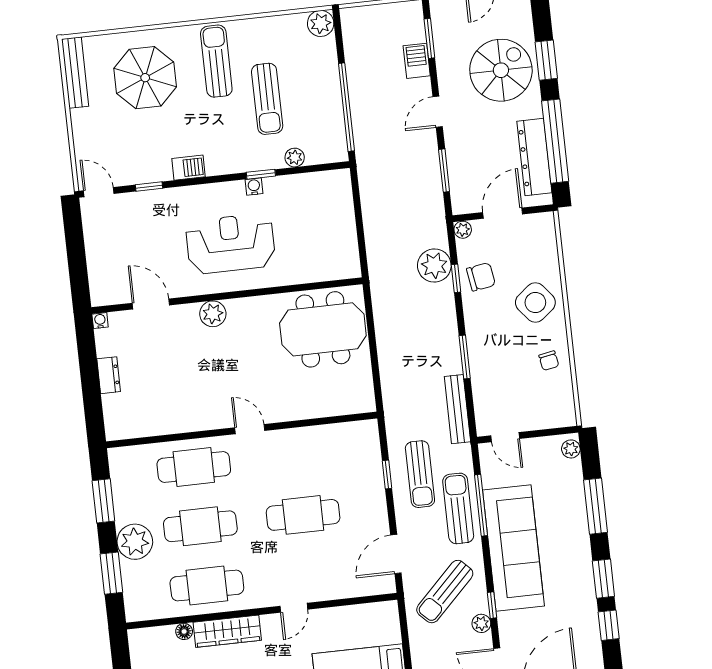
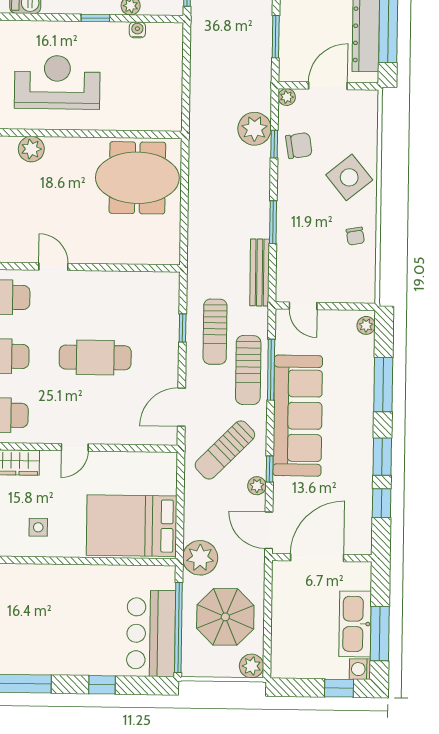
water cooler: (254, 187) -> (137, 30), moved
sun lounger: (458, 508) -> (248, 370), turned 180

